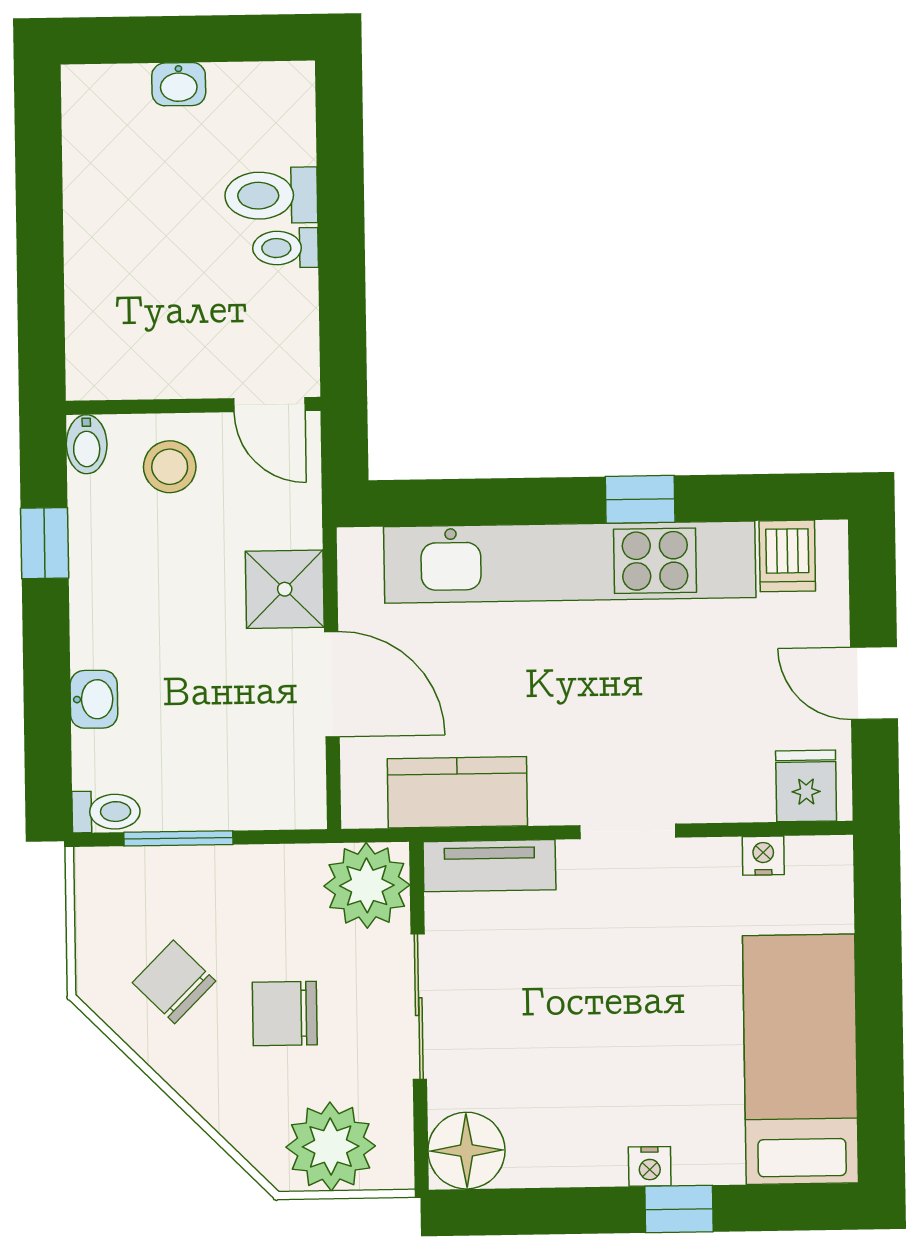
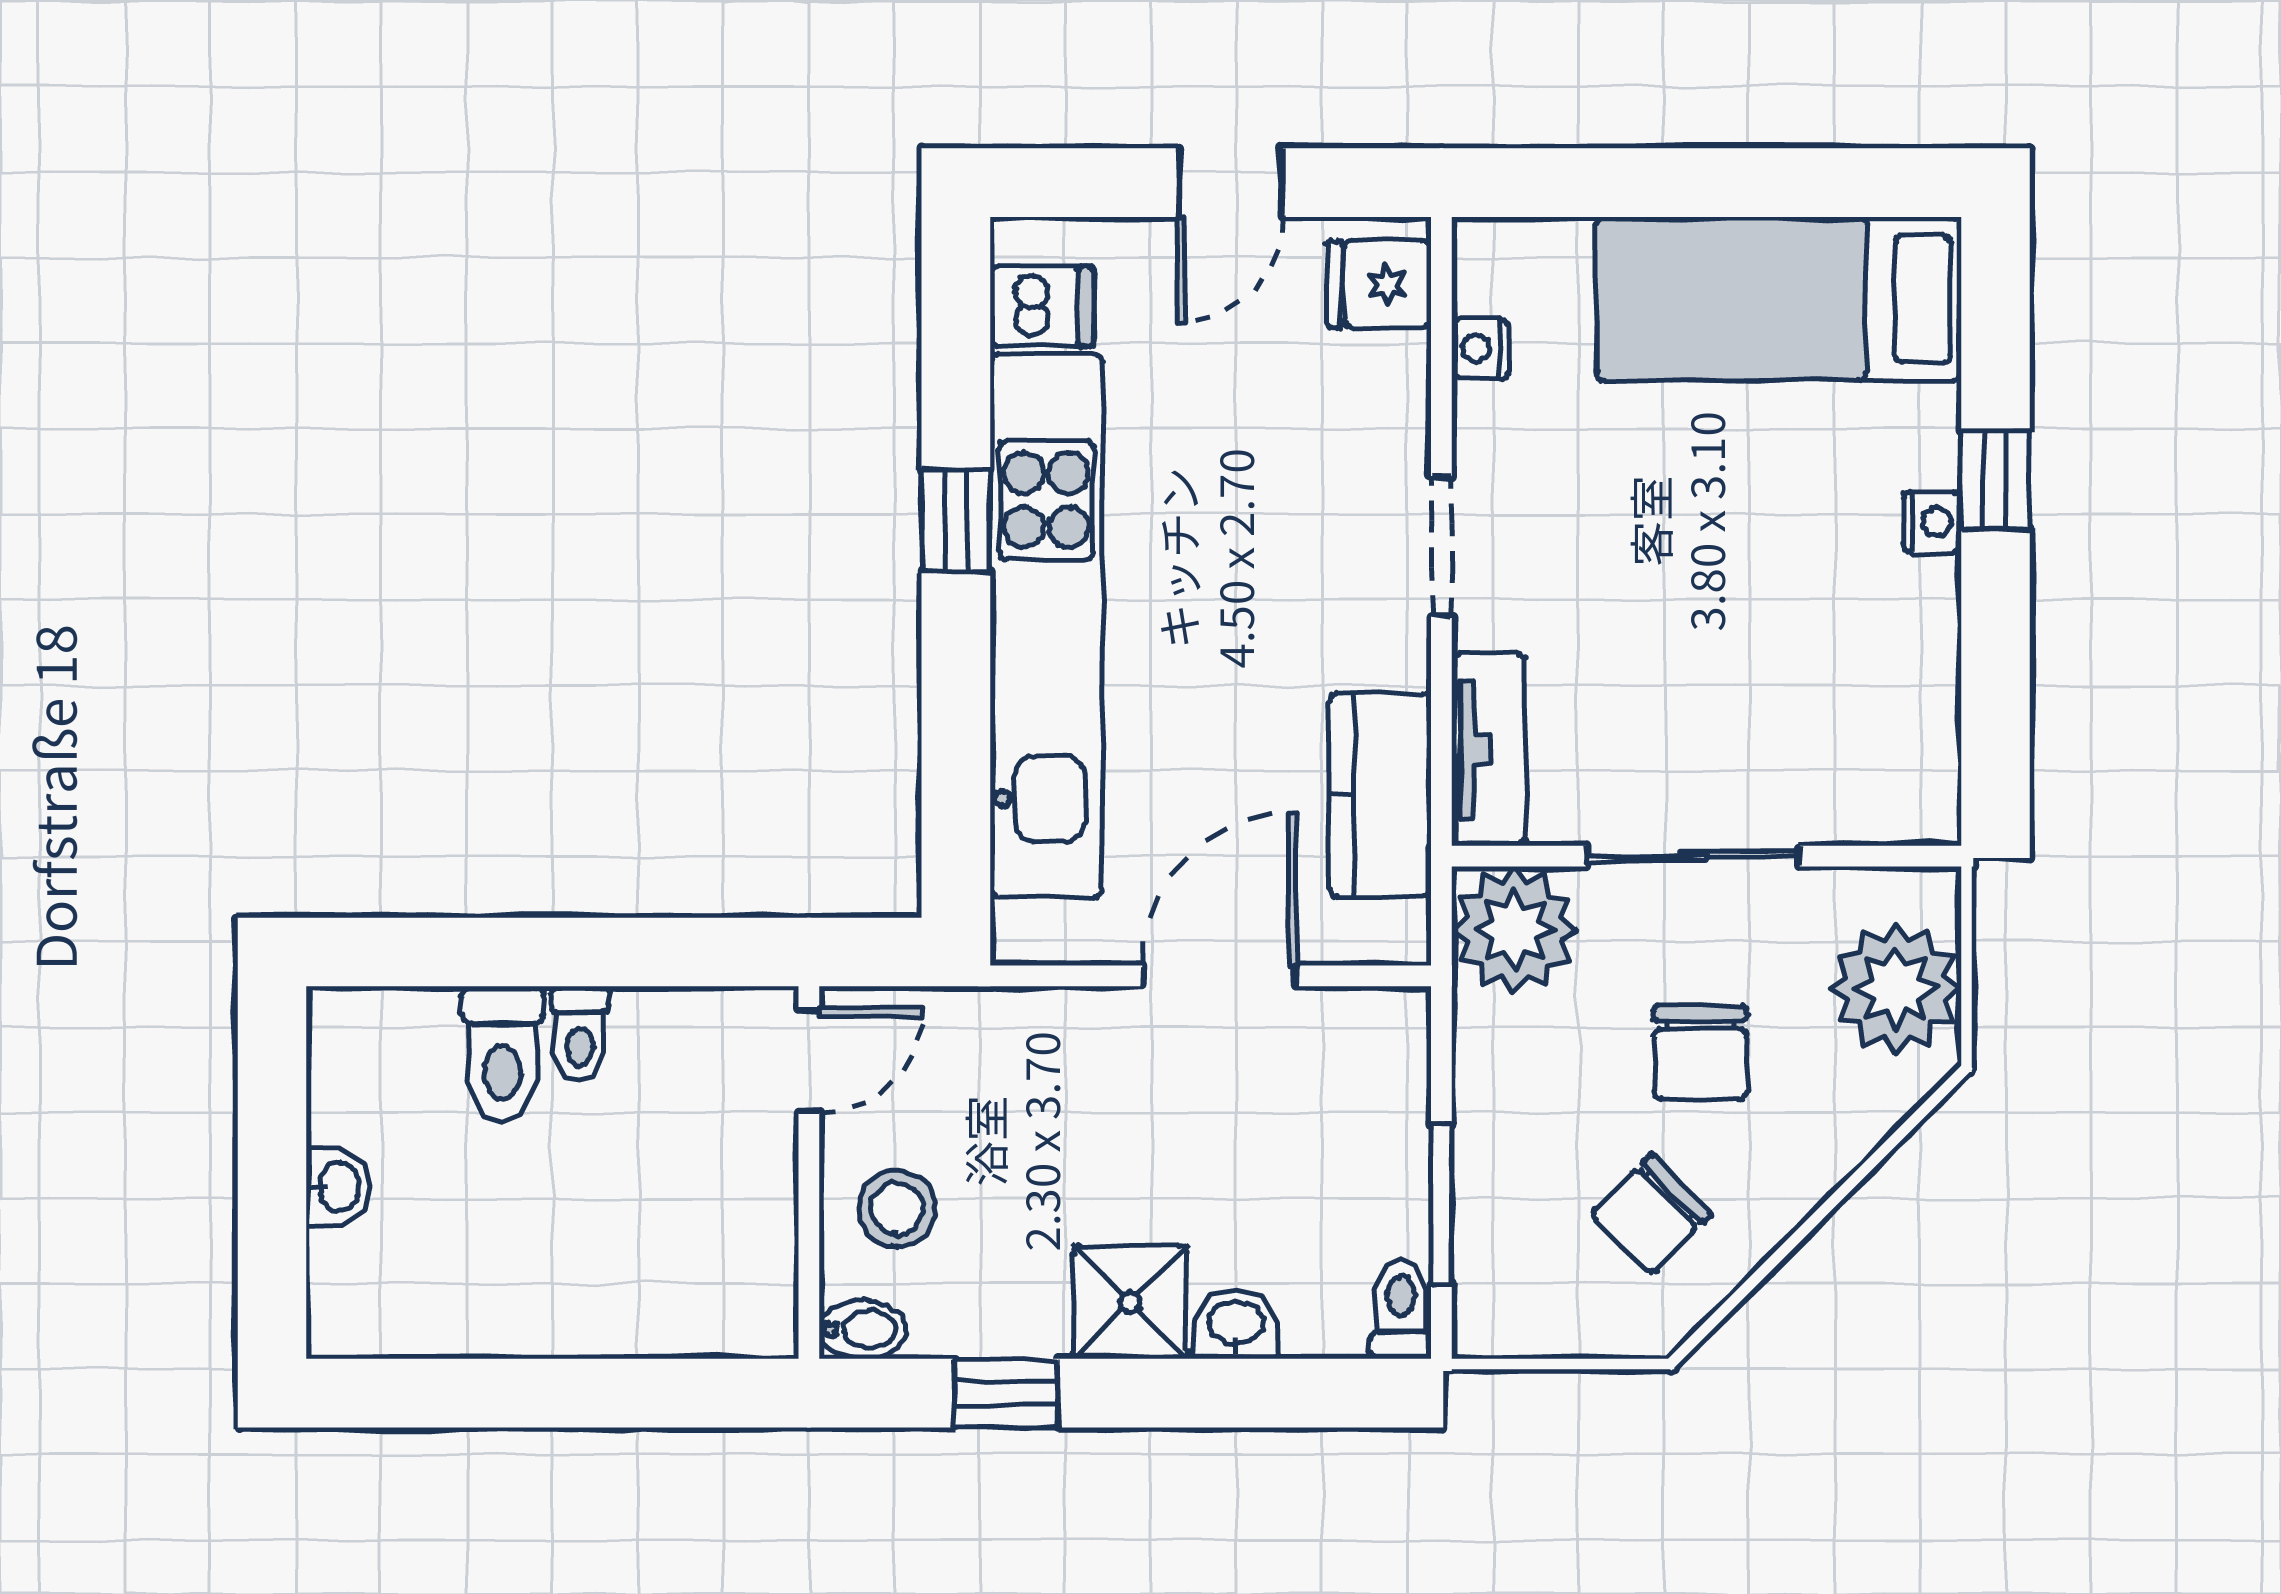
shower: (285, 589) -> (1130, 1302), moved
floor lamp: (466, 1151) -> (1905, 790), removed

